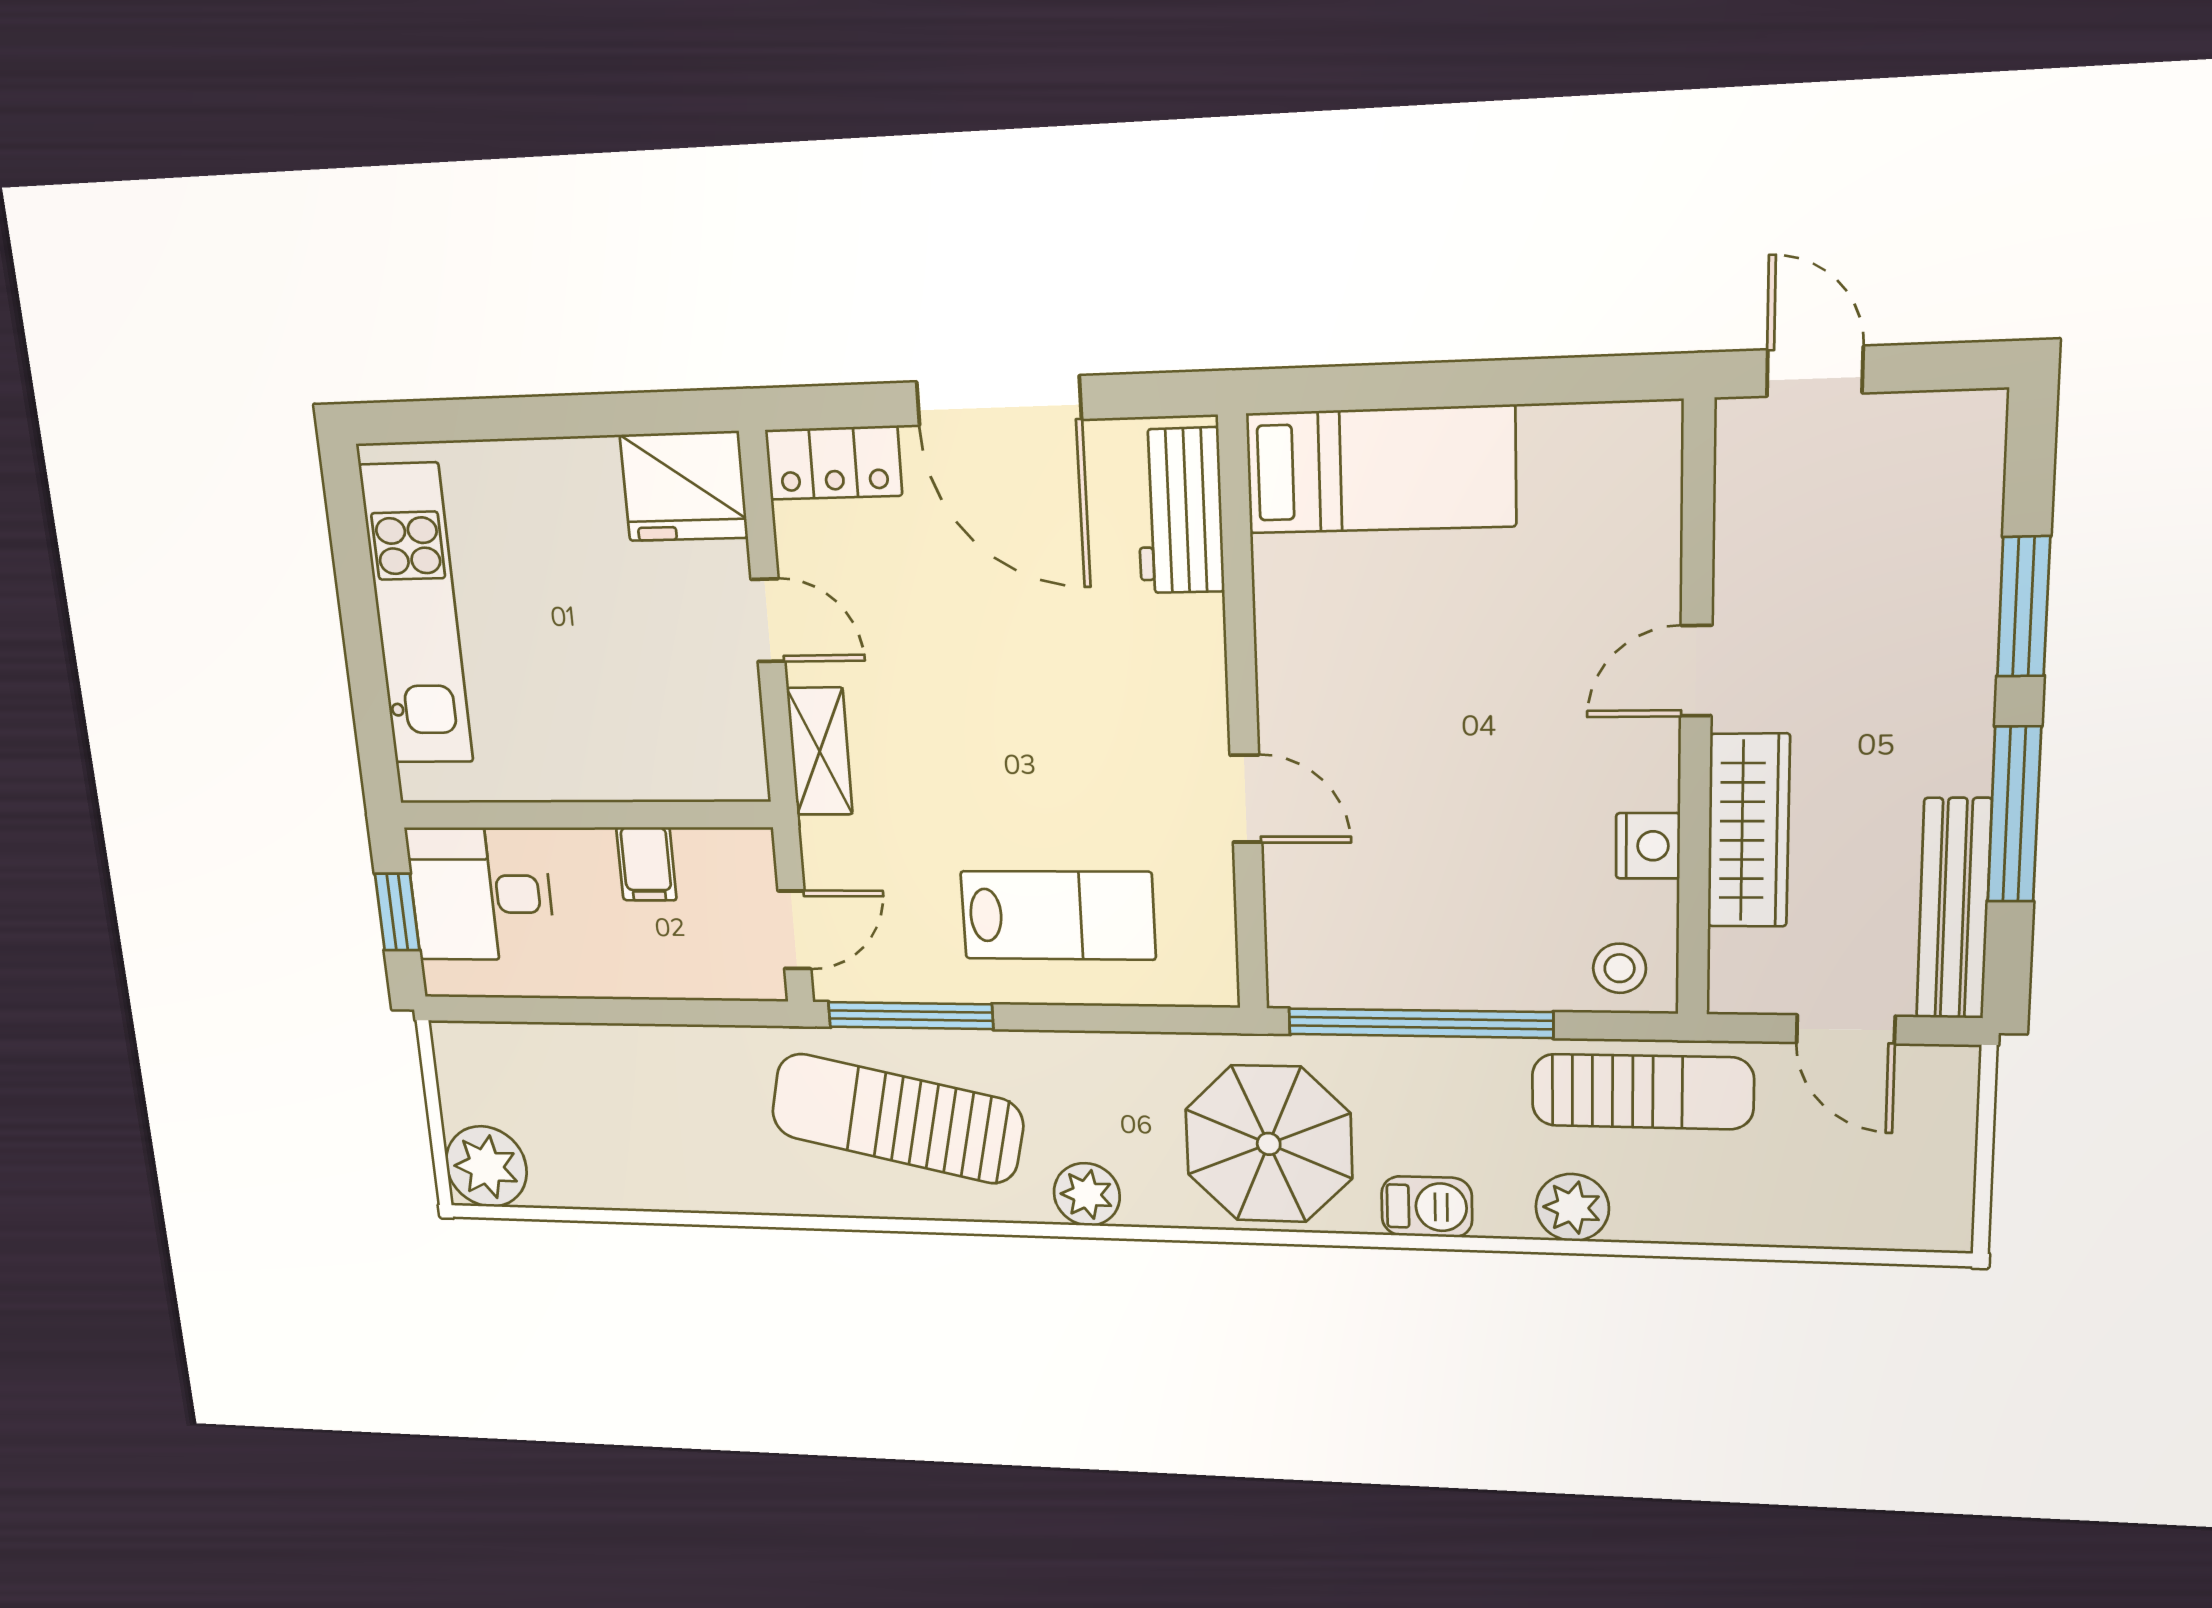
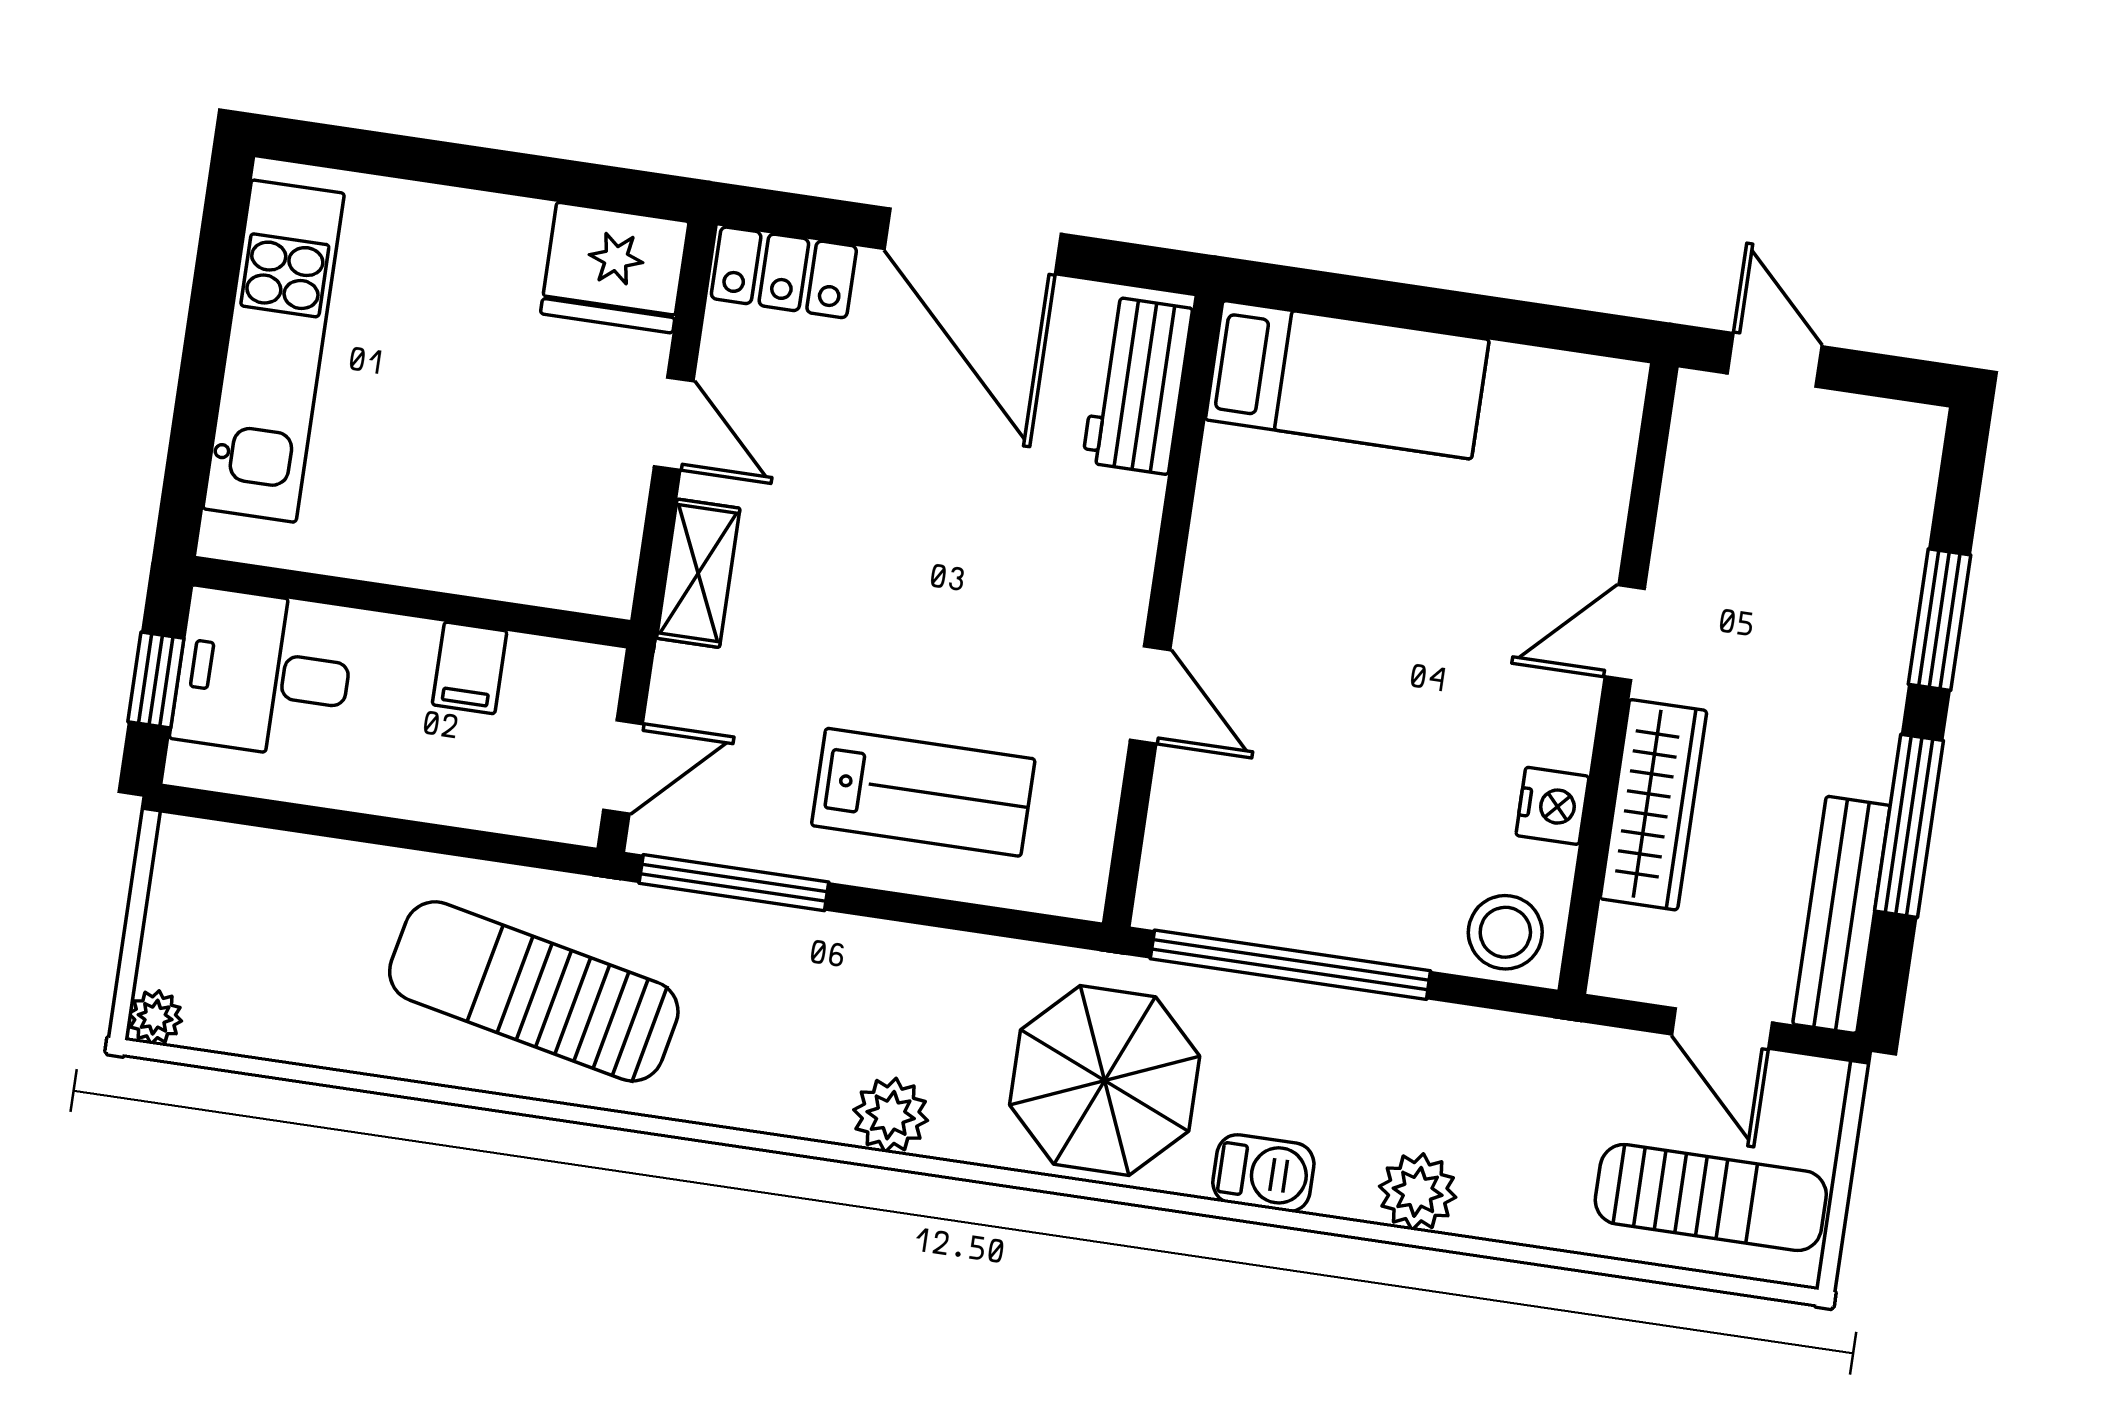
stool: (1620, 968) -> (1505, 932), width x1.37, depth x1.37
sun lounger: (1642, 1092) -> (1711, 1197), moved
sun lounger: (897, 1119) -> (534, 991), moved
plant: (486, 1167) -> (155, 1017), width x0.53, depth x0.53

